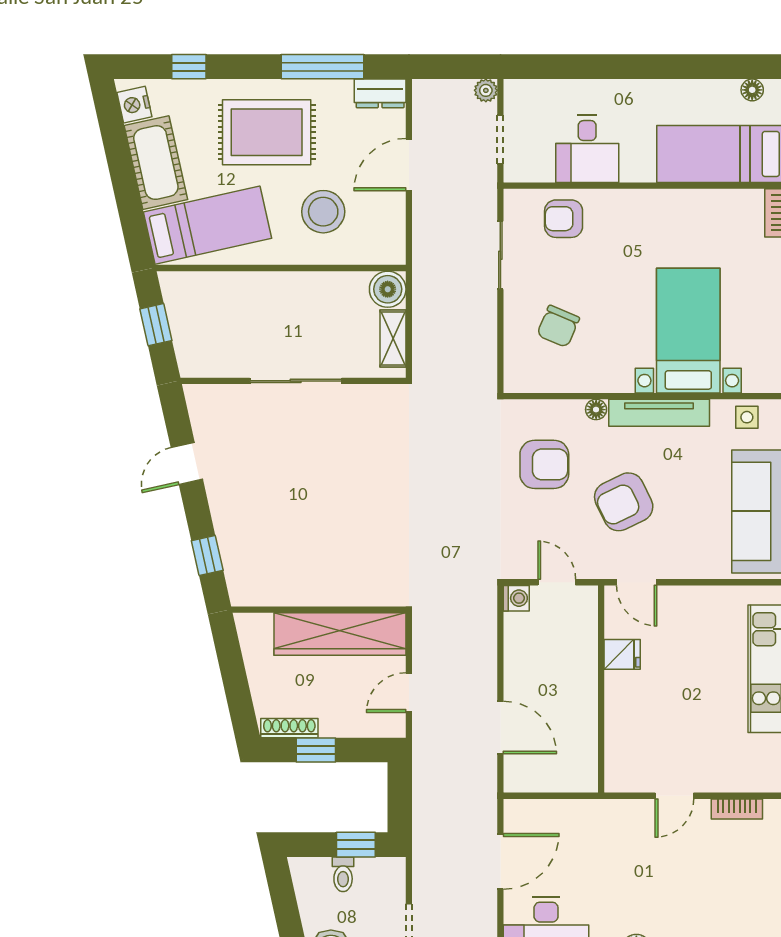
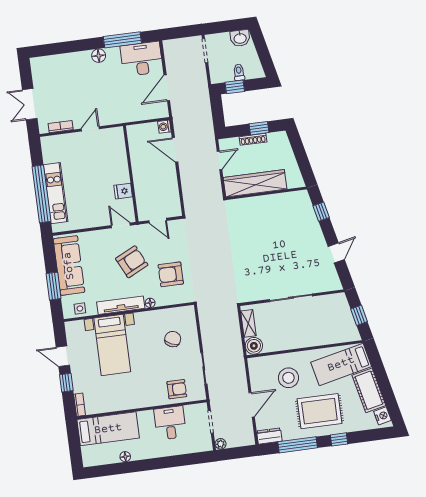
window: (189, 67) -> (339, 439), moved
floor lamp: (752, 90) -> (125, 457), moved
washing machine: (516, 598) -> (164, 127), moved
shoe rack: (289, 728) -> (253, 139), moved

